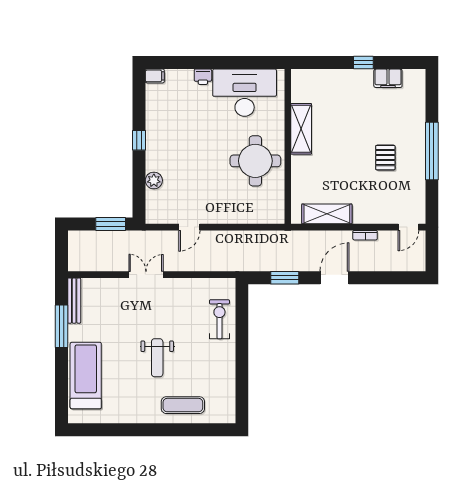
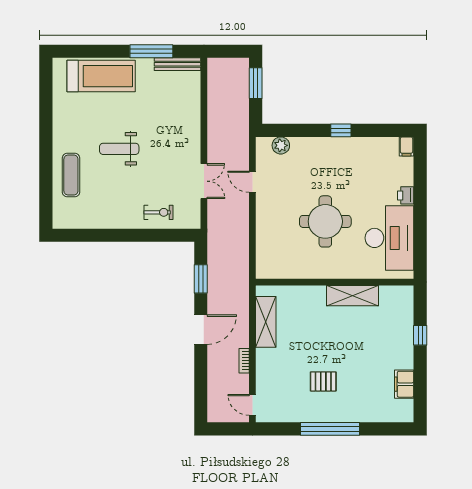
window: (363, 63) -> (420, 335), moved
round table: (255, 161) -> (325, 221), moved
plant: (154, 180) -> (281, 145), moved
window: (111, 224) -> (256, 83), moved
double door: (146, 275) -> (204, 181), moved
door: (334, 278) -> (201, 330), hinge flipped
exercise bike: (219, 319) -> (158, 212), width x0.73, depth x0.72

